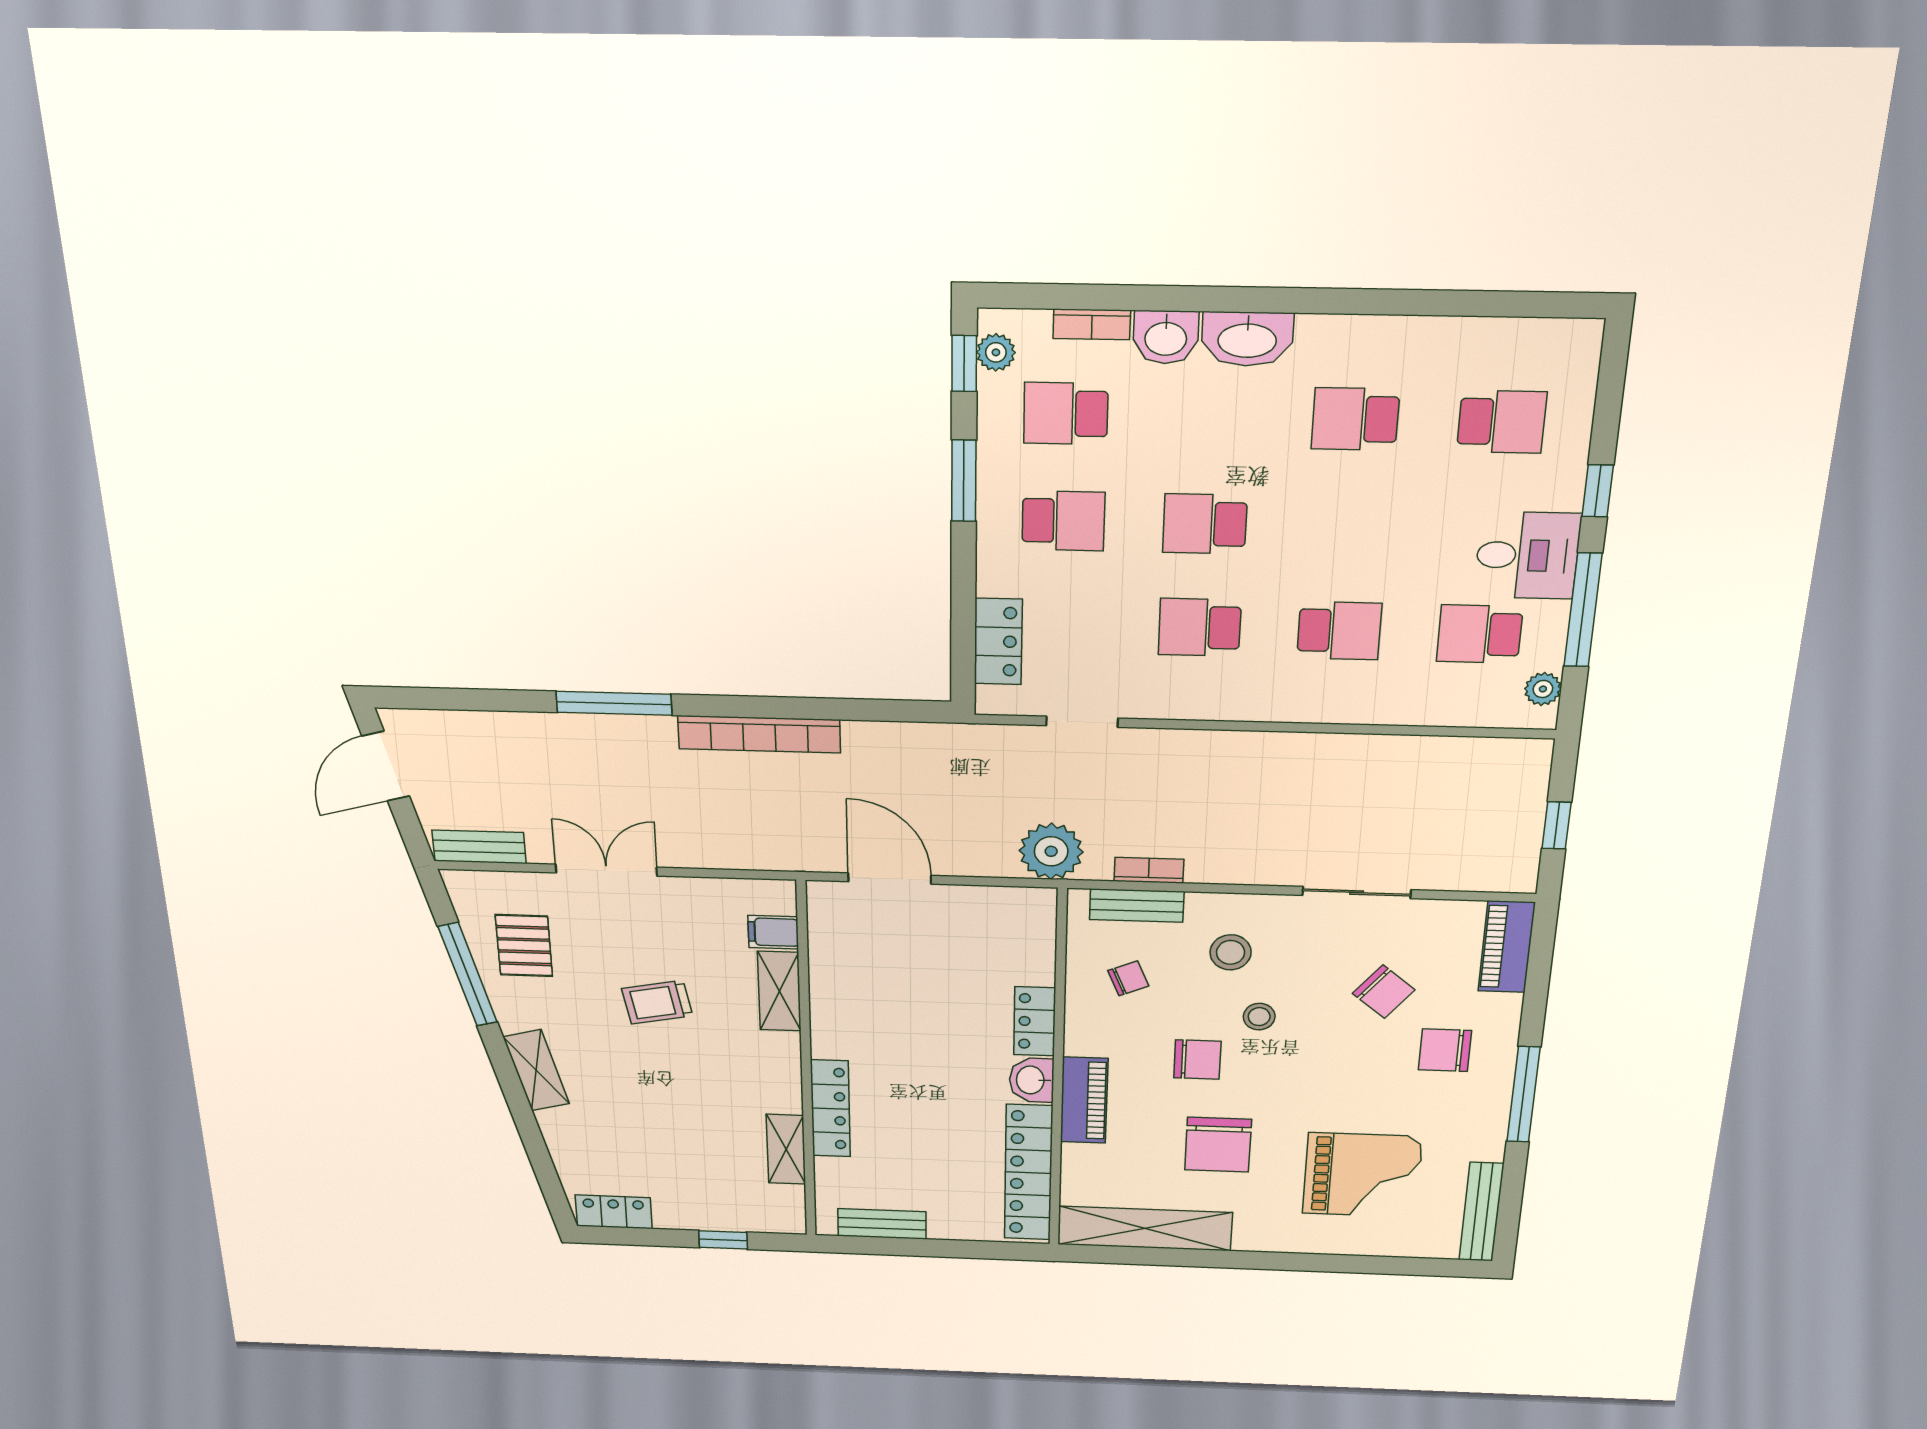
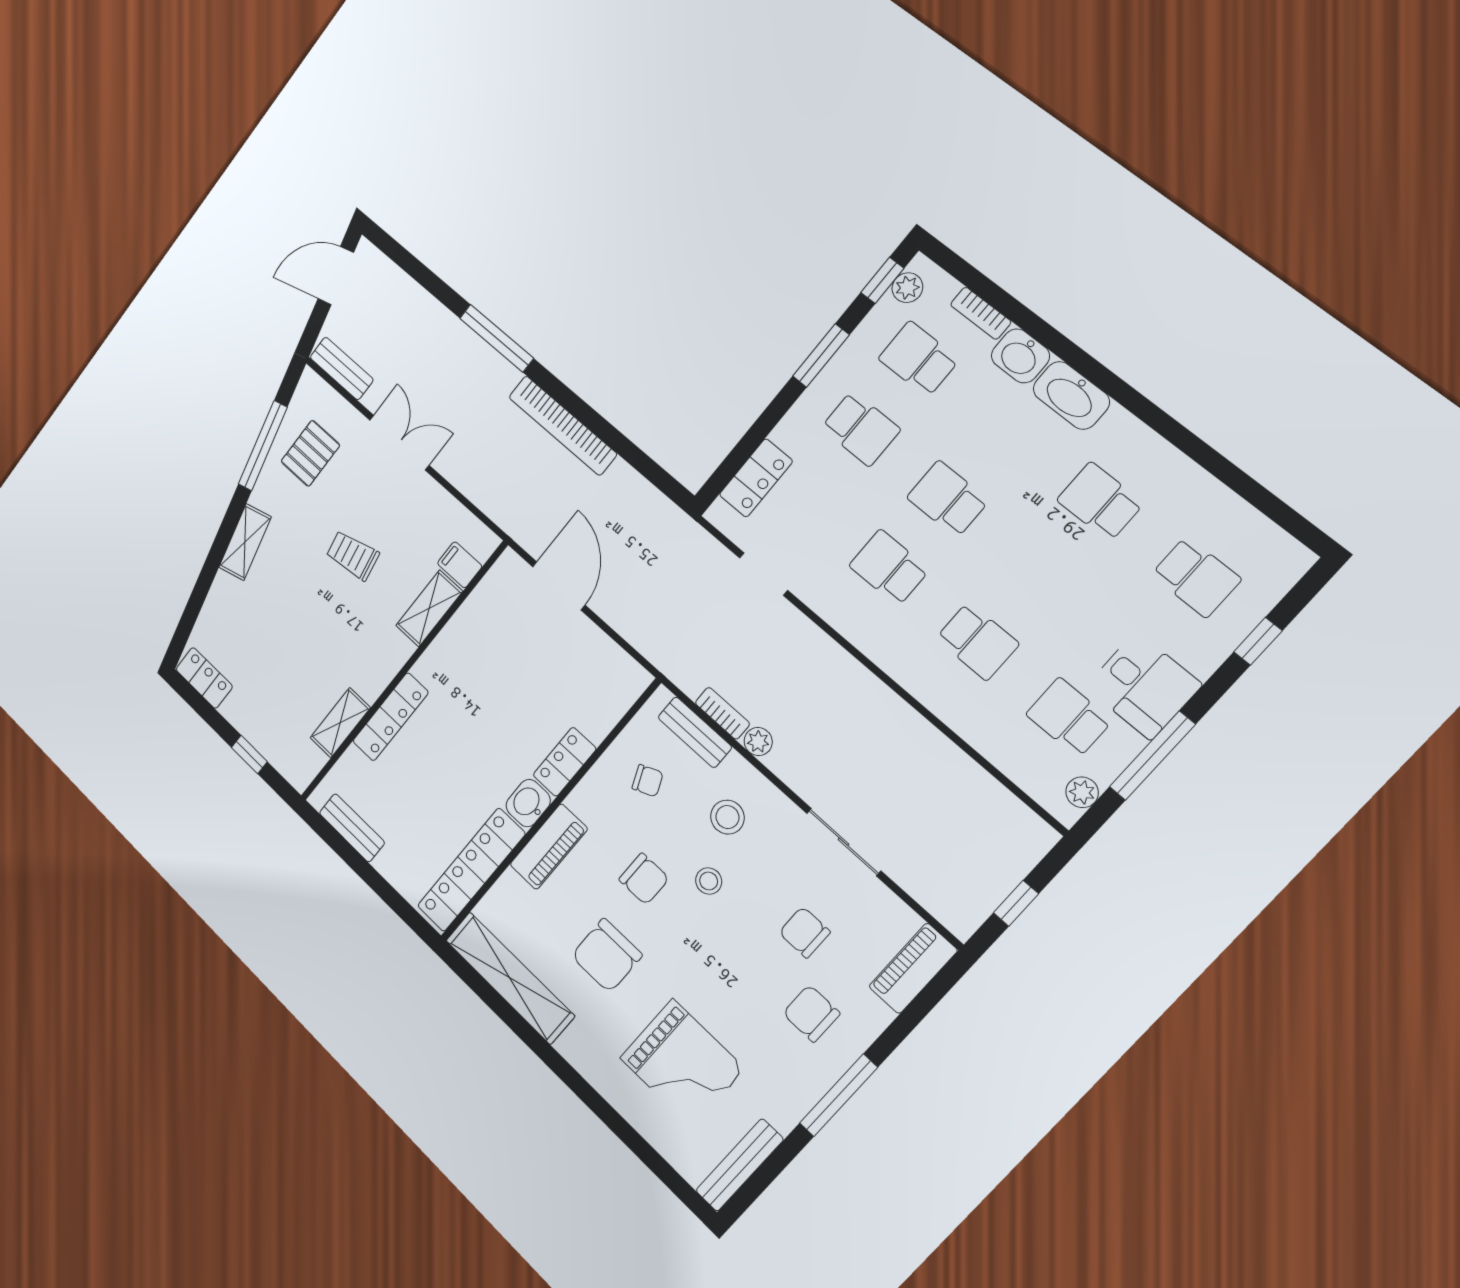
window: (1598, 491) -> (1258, 641), moved
plant: (1051, 851) -> (758, 742), moved, width x0.53, depth x0.53
chair: (1384, 992) -> (805, 932), turned 141

